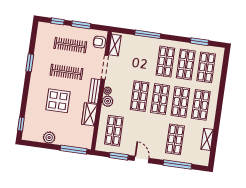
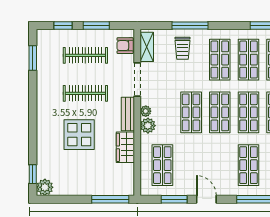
trolley: (140, 50) -> (182, 48), added
window: (30, 63) -> (33, 58), moved
plant: (49, 138) -> (45, 187), moved

